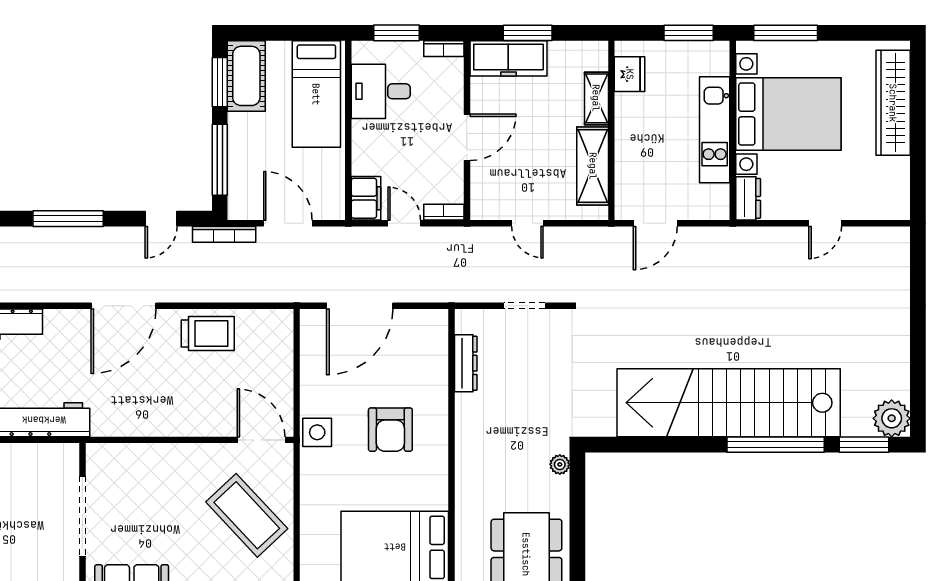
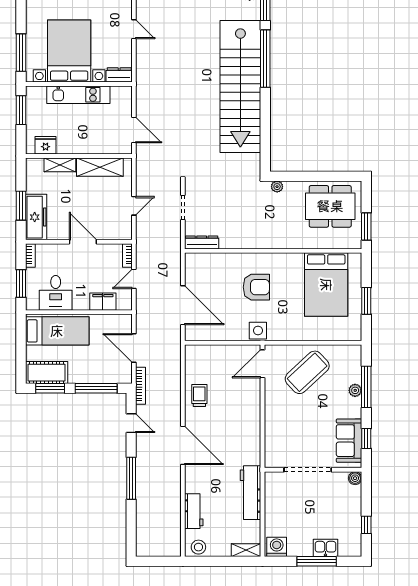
filing cabinet: (366, 198) -> (103, 302), moved
door: (288, 223) -> (134, 348), hinge flipped
trolley: (208, 333) -> (199, 395), width x0.73, depth x0.72
dresser: (466, 363) -> (202, 242), moved

